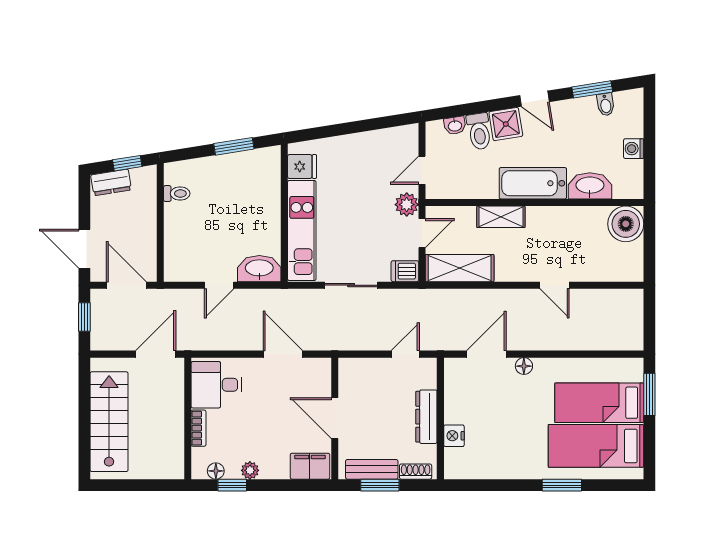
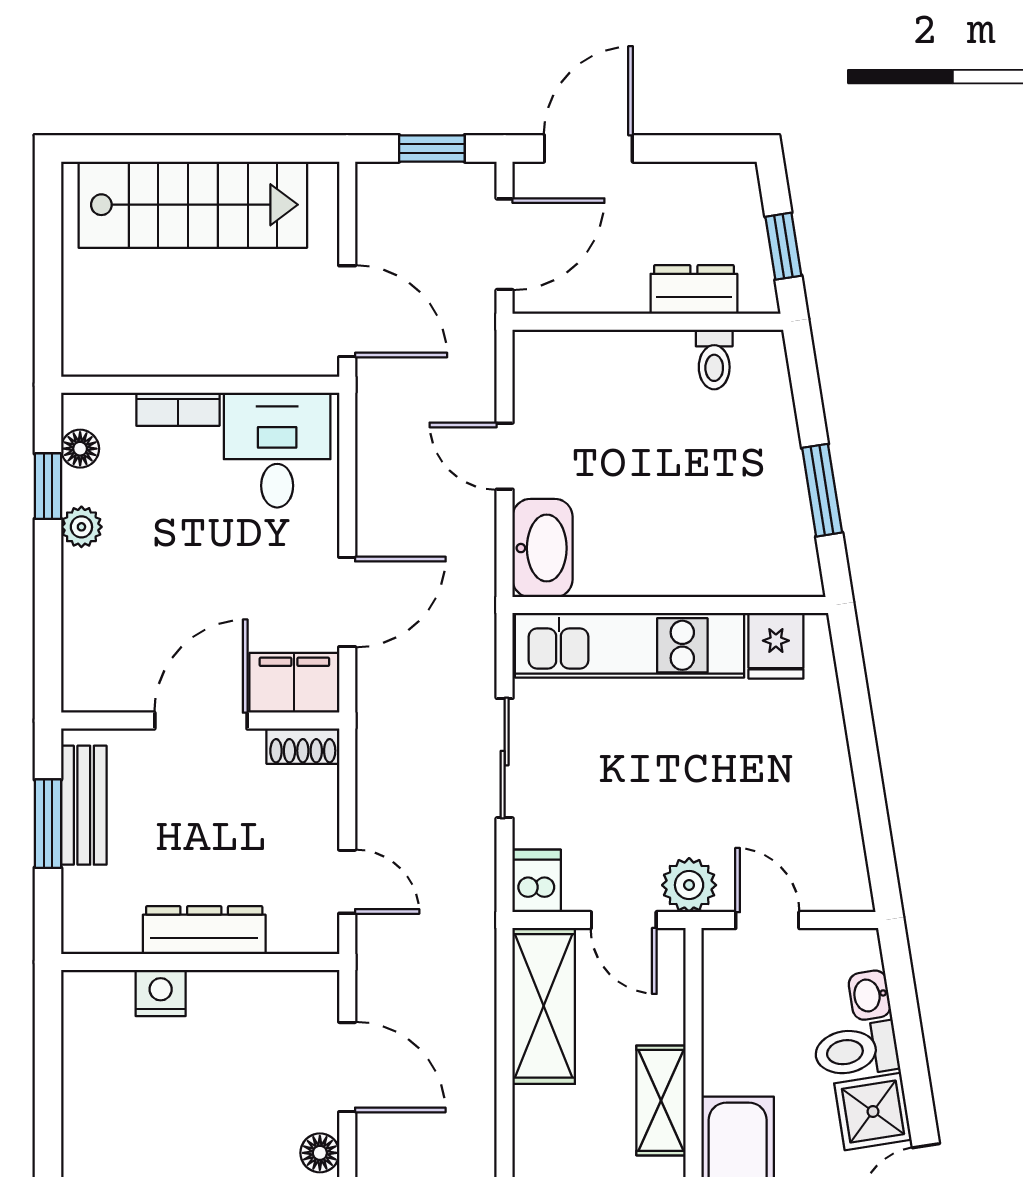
dresser: (111, 182) -> (694, 289), moved, turned 99
filing cabinet: (310, 466) -> (294, 683), moved, turned -90
shoe rack: (416, 472) -> (303, 746), moved, turned 90

